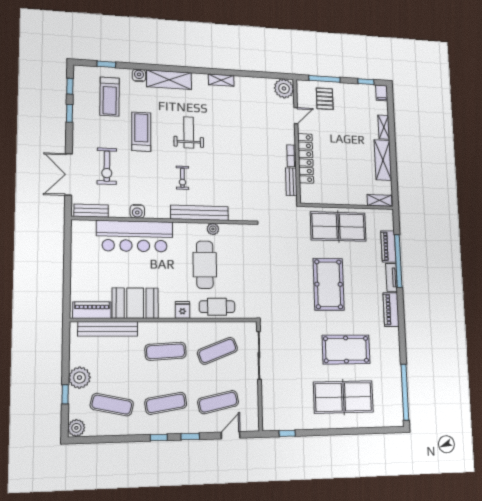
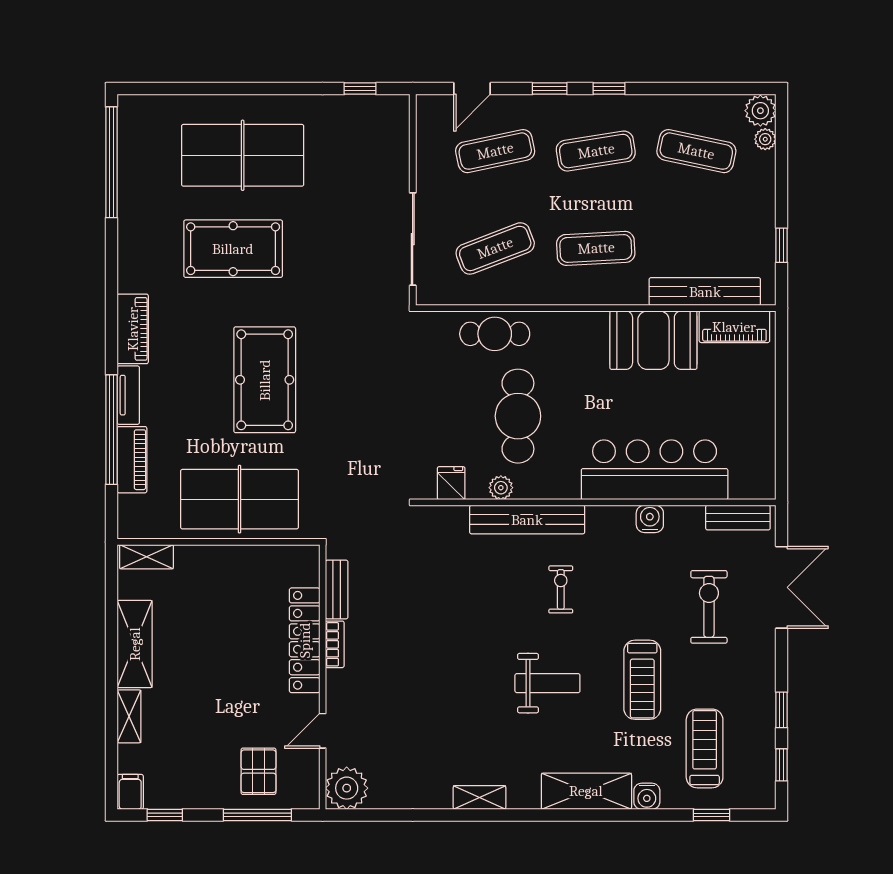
weight bench: (189, 132) -> (547, 683), turned -90
fridge: (182, 310) -> (451, 483), moved, turned 180
plant: (80, 378) -> (765, 139), moved, width x0.53, depth x0.53
window: (65, 394) -> (782, 245), moved

